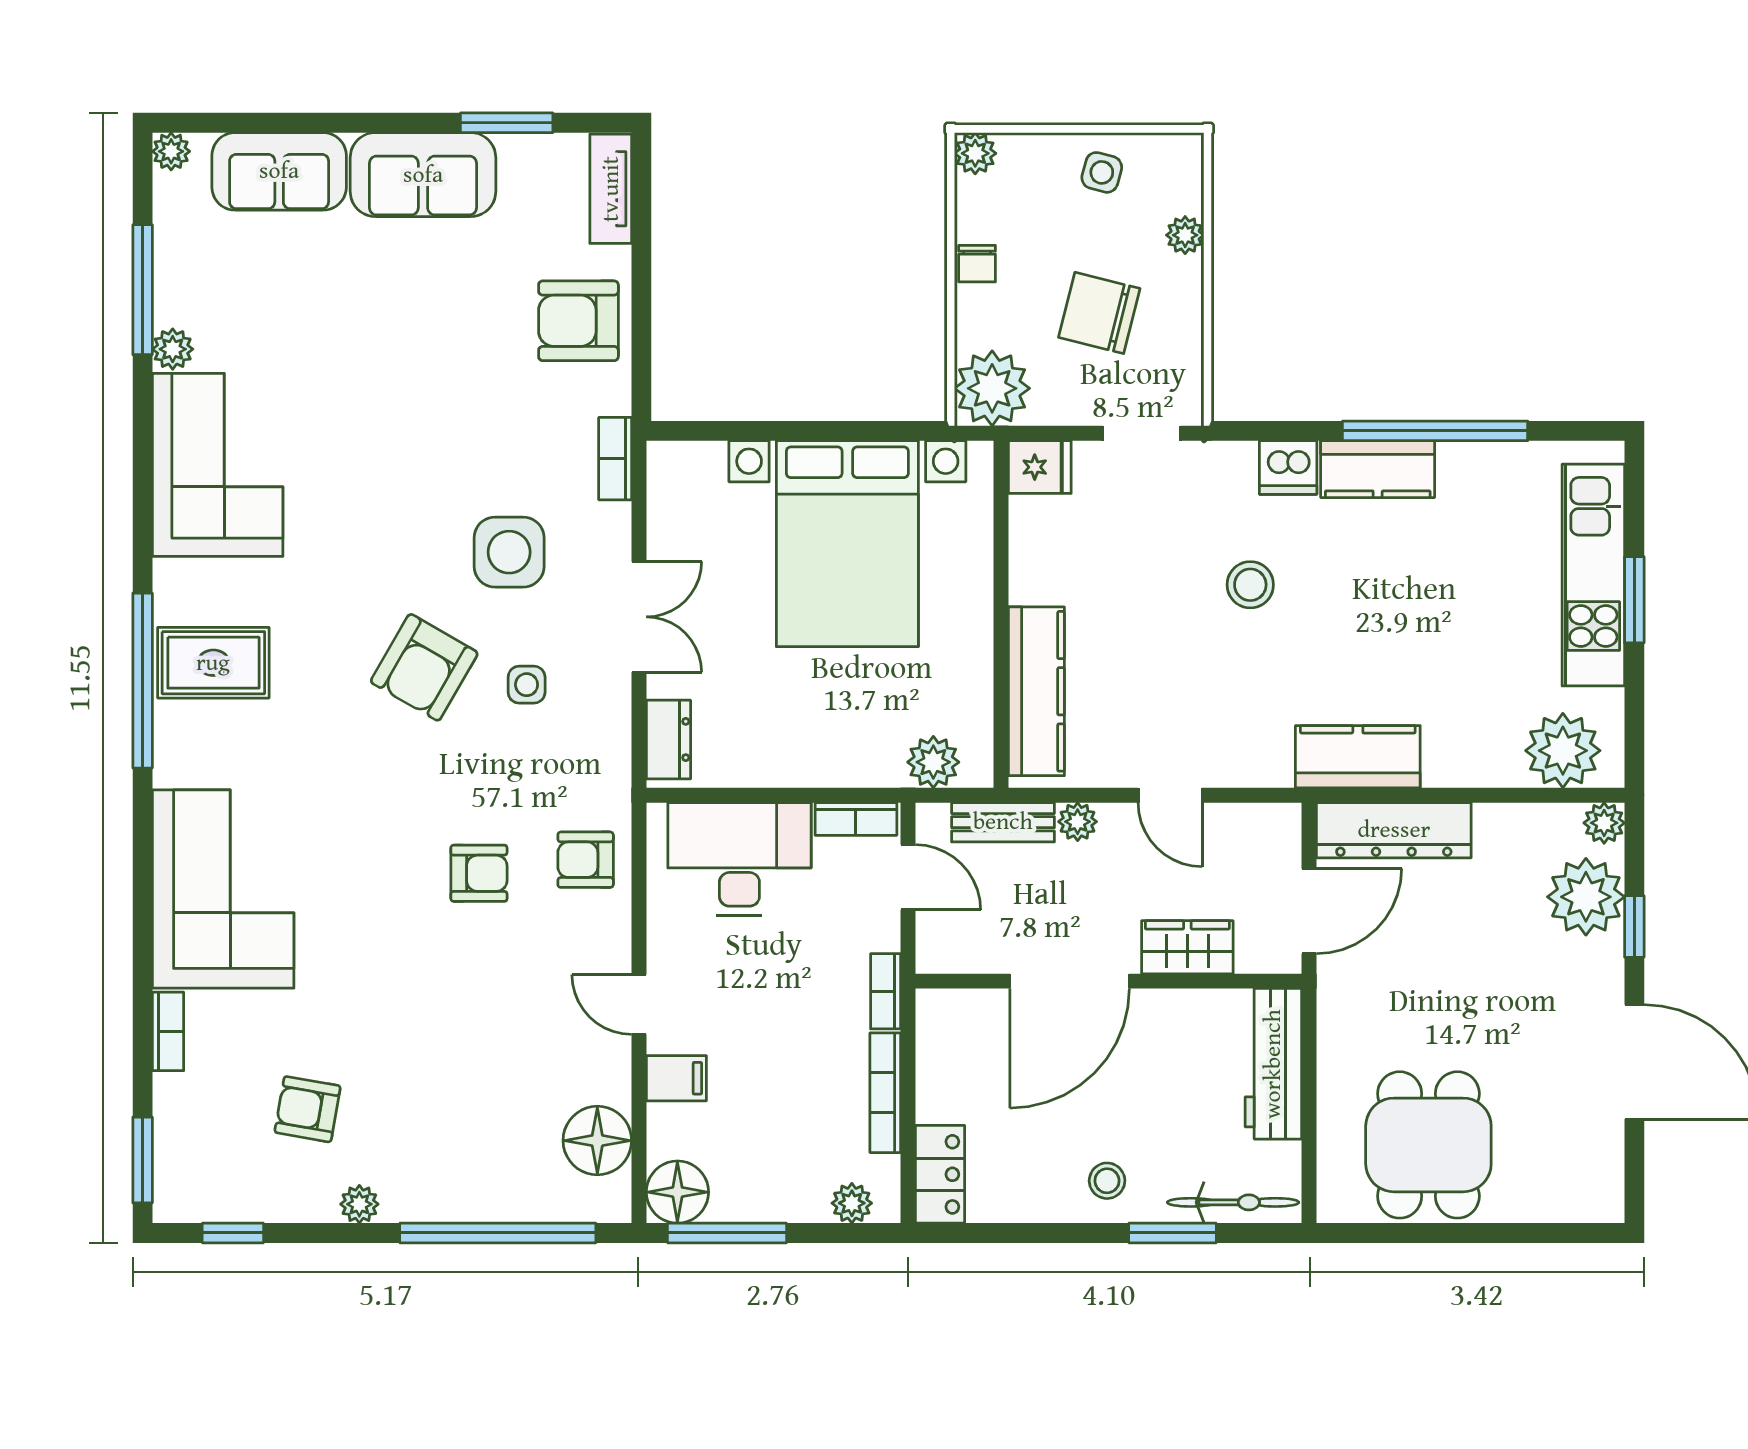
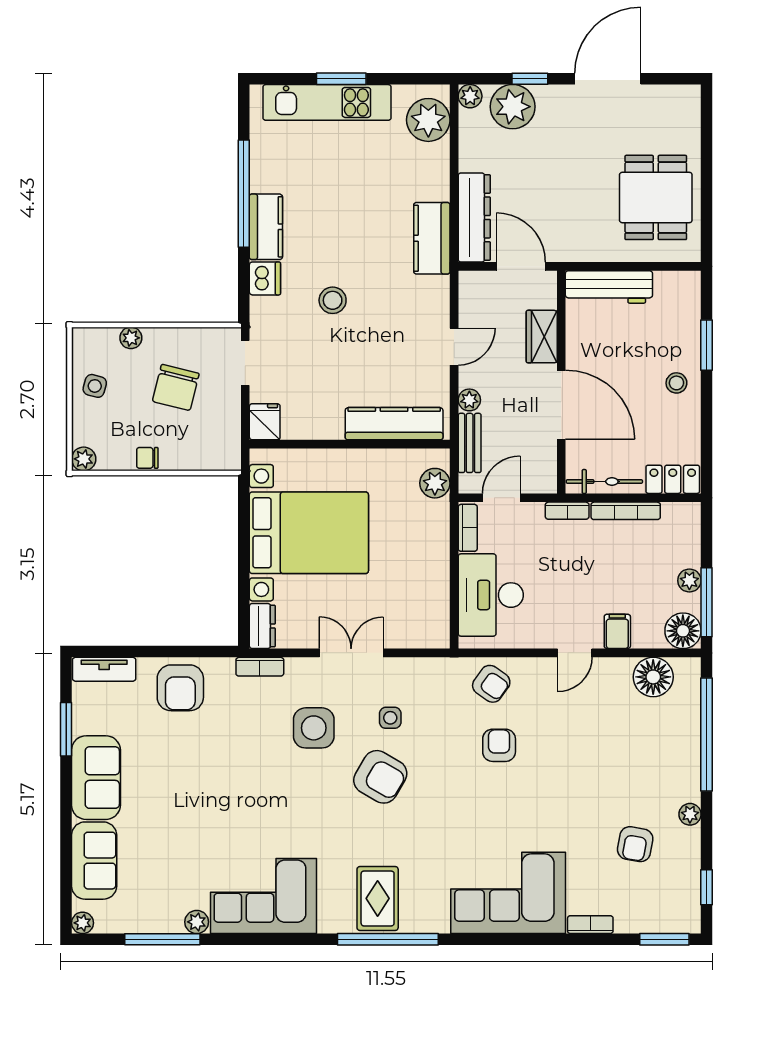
chair: (977, 264) -> (147, 458), turned 180
plant: (992, 388) -> (219, 449), removed
dresser: (668, 740) -> (262, 626), moved, turned 90
armchair: (586, 860) -> (491, 684), turned -55
dining table: (1428, 1145) -> (656, 197), turned 90
bicycle: (1233, 1202) -> (604, 482), moved, turned 90
plant: (852, 1203) -> (689, 581), moved

